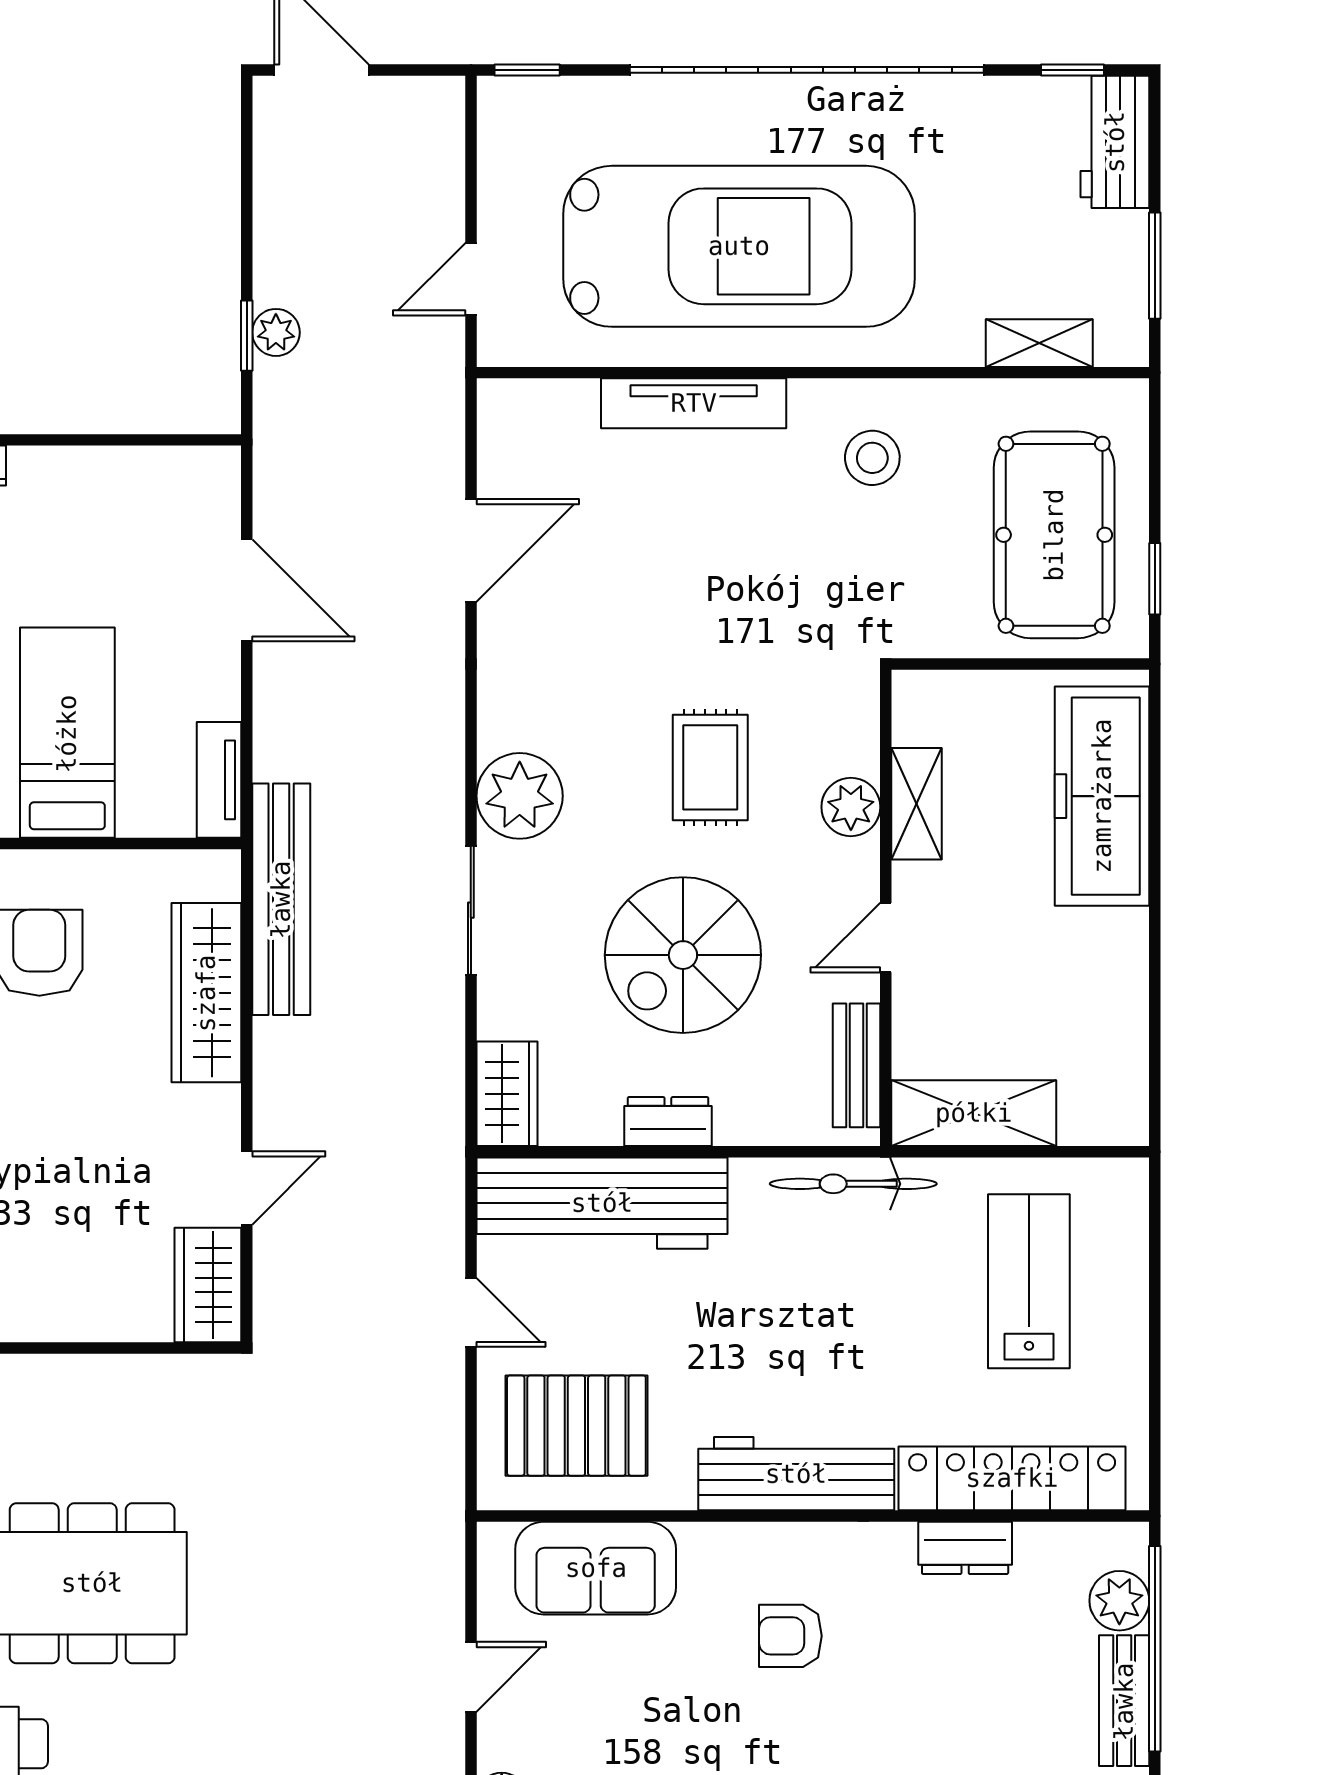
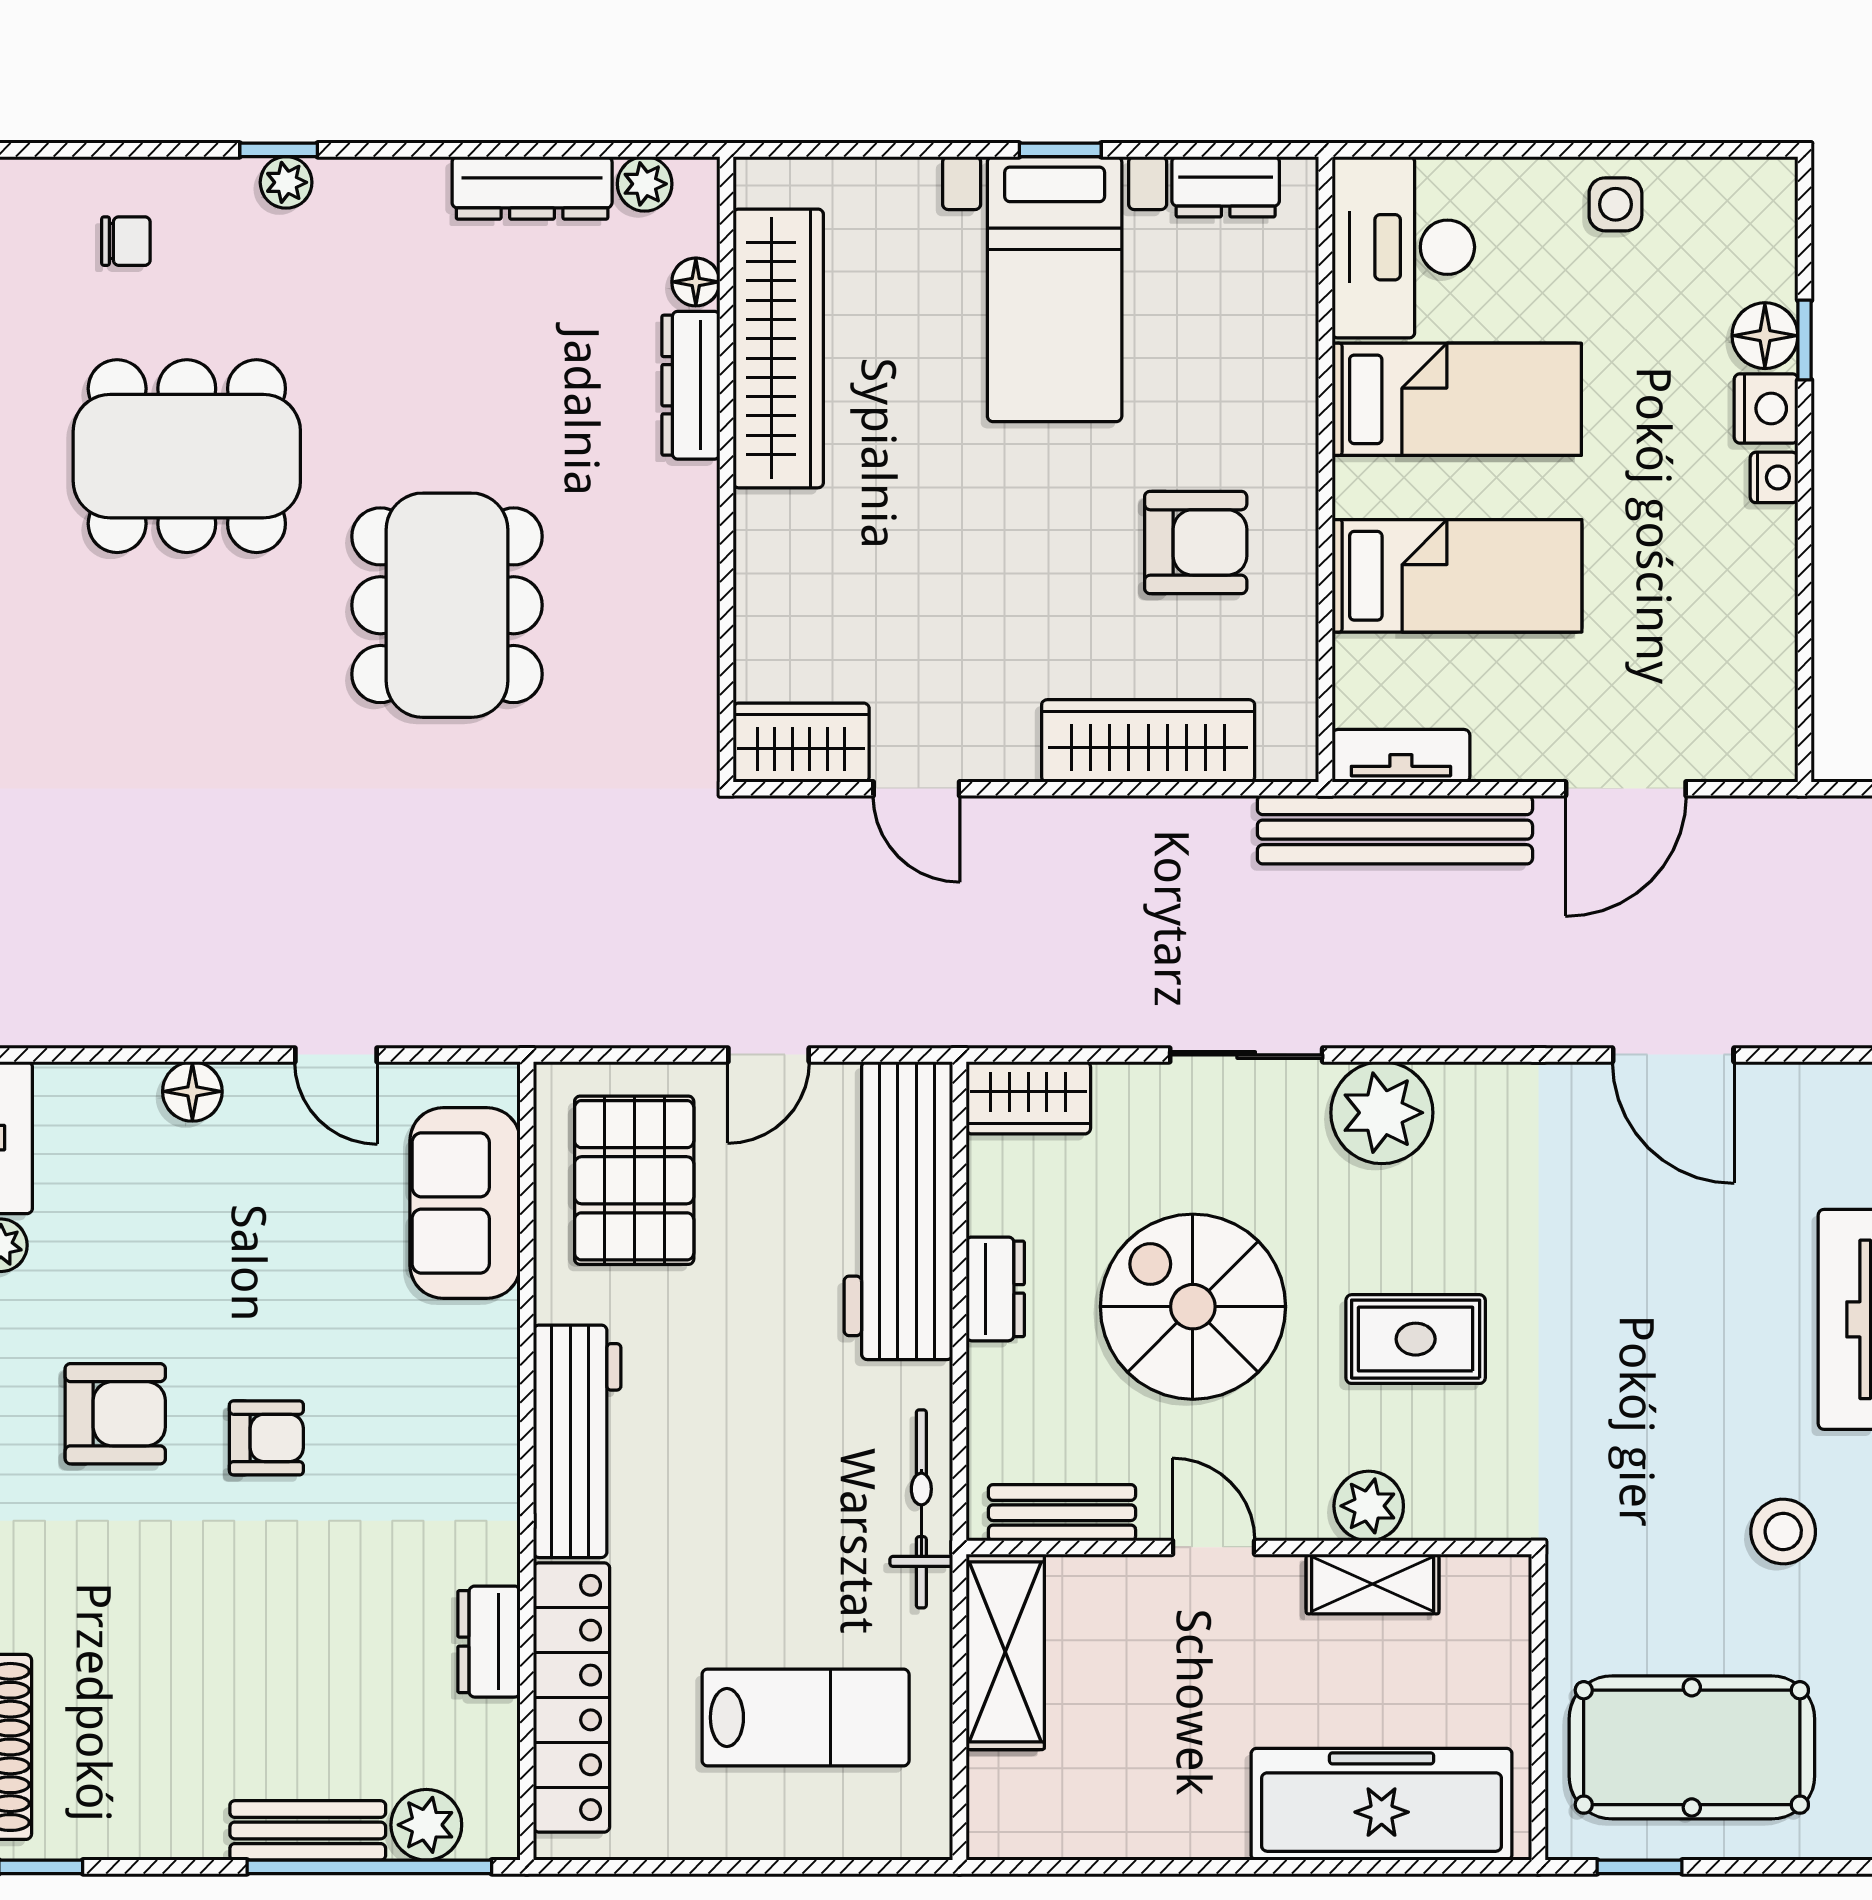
bench: (281, 899) -> (1395, 830), moved
armchair: (790, 1636) -> (266, 1438), moved, turned 90

